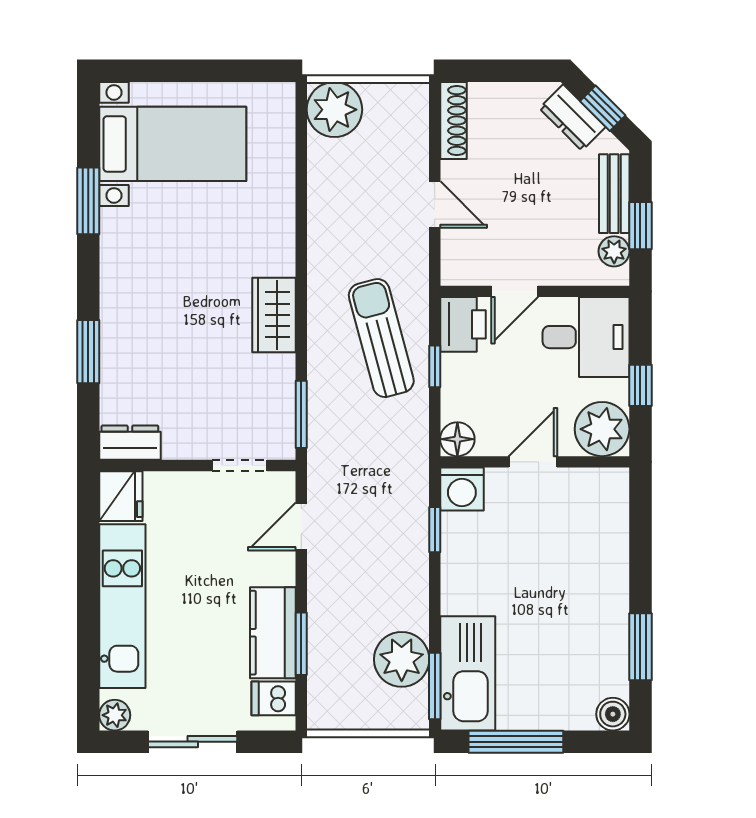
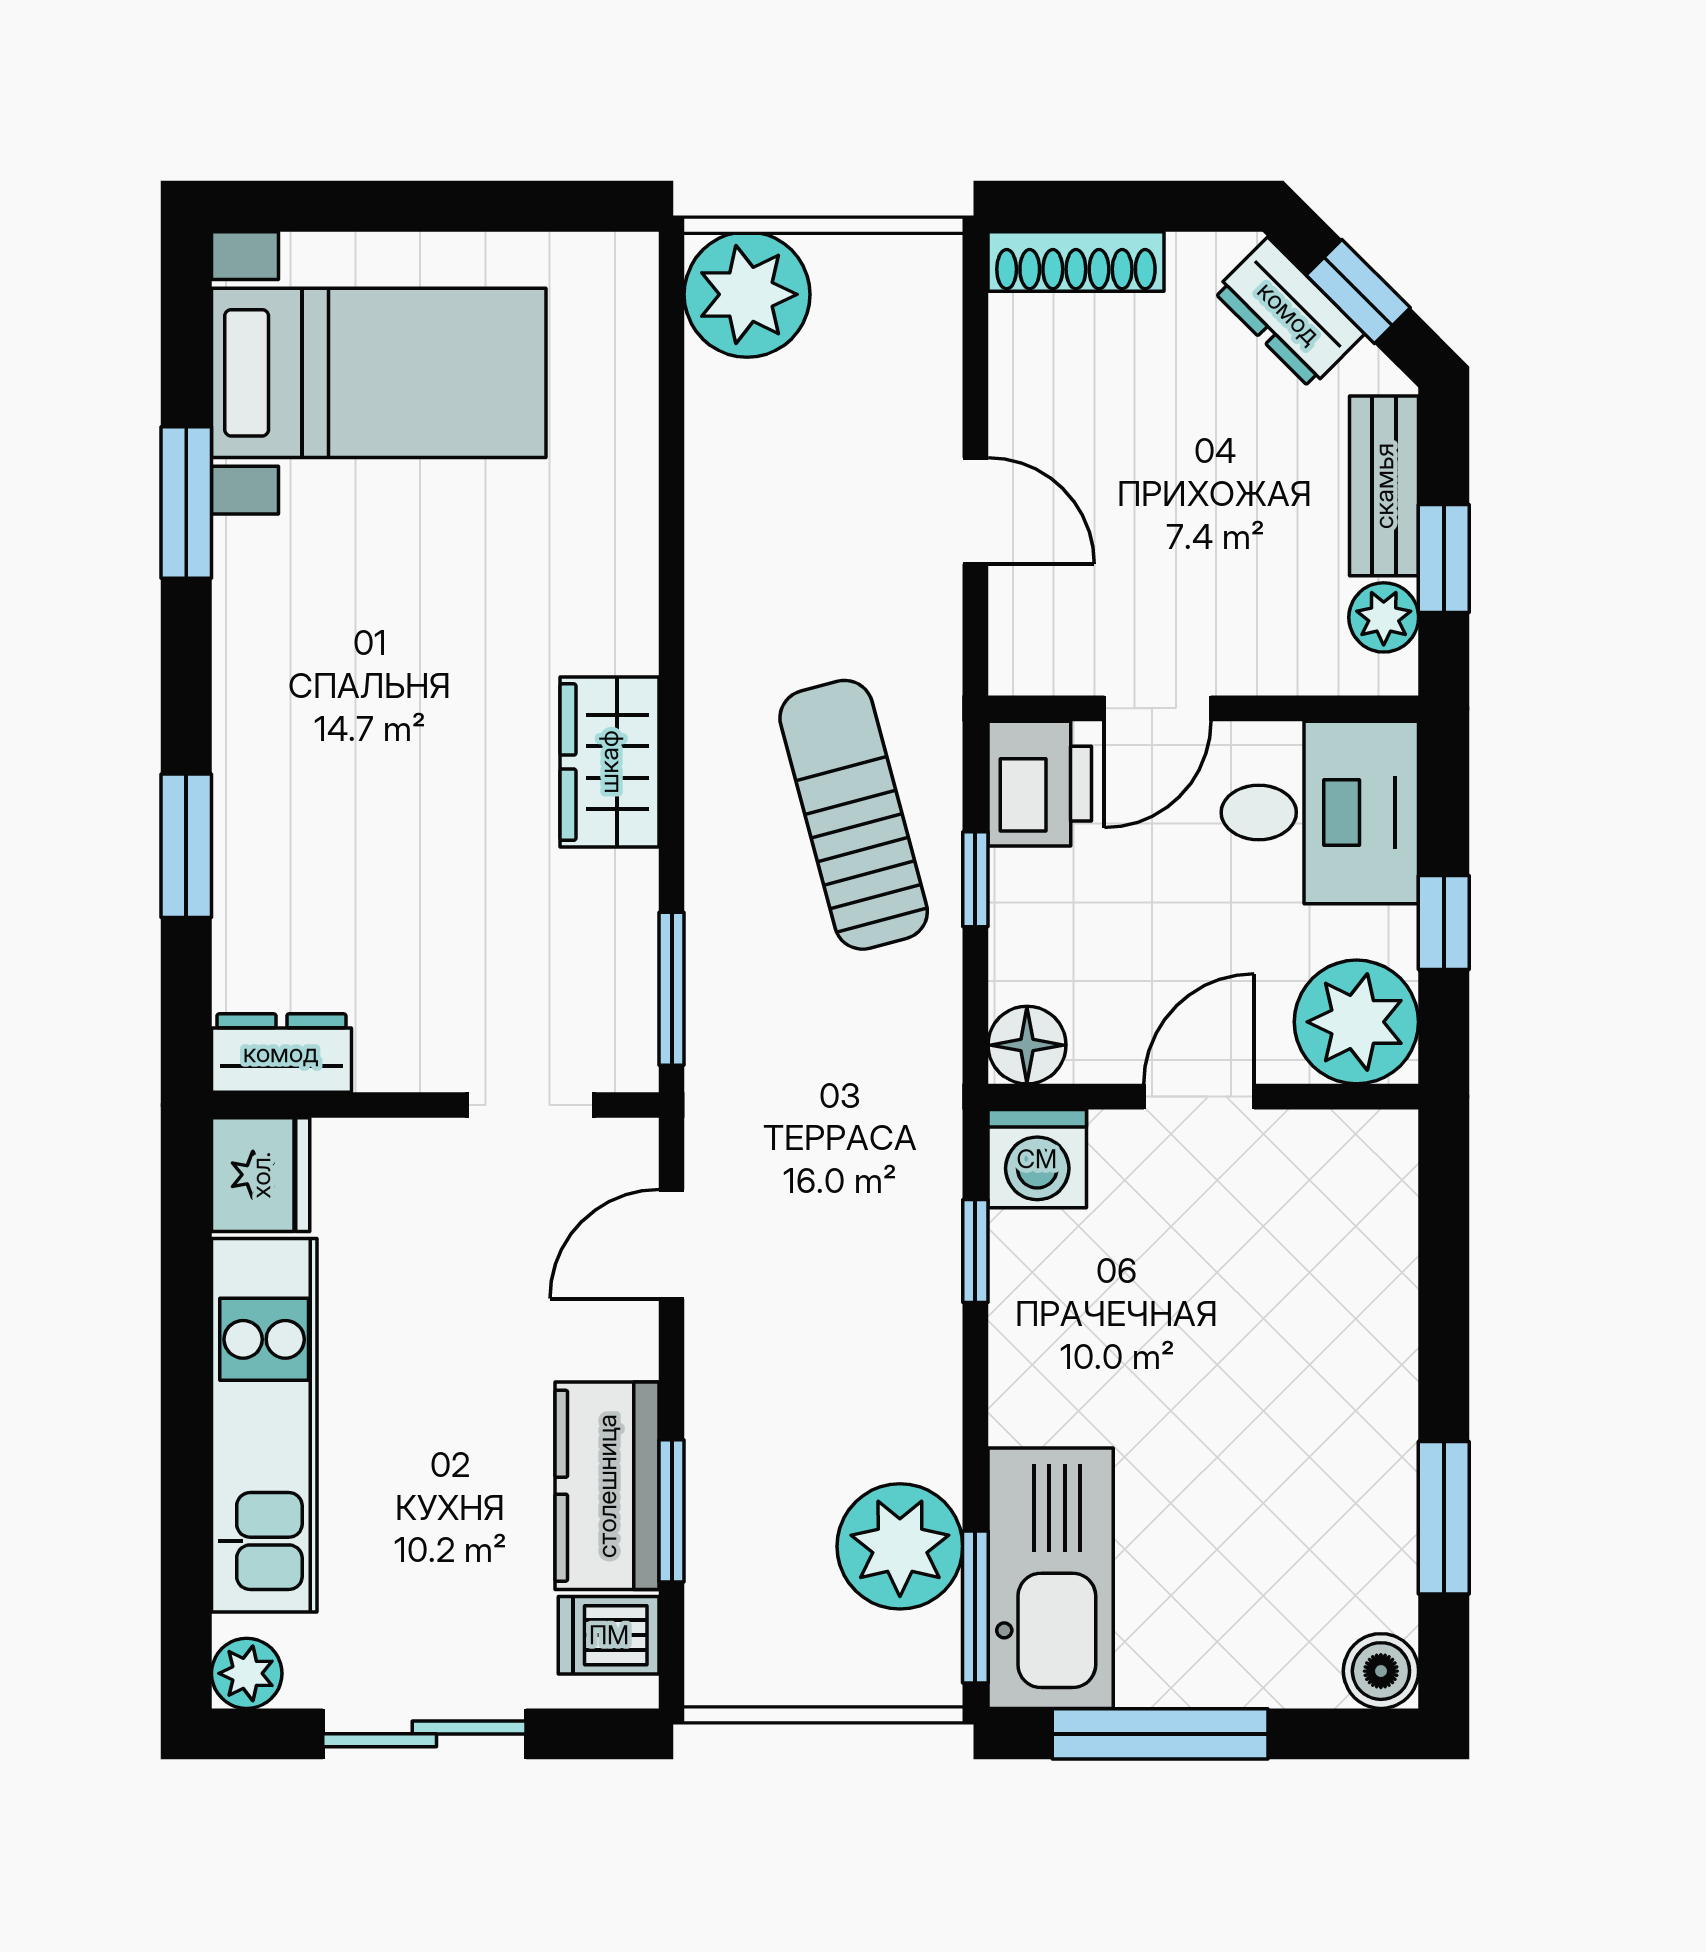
shoe rack: (453, 121) -> (1076, 261), moved, turned 90

